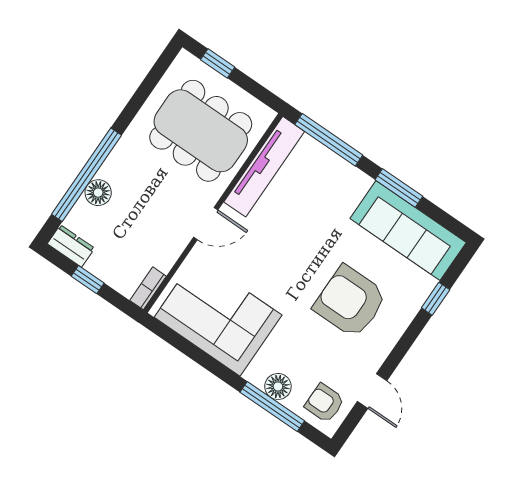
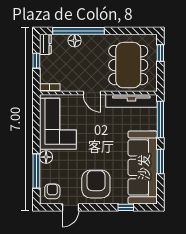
sofa: (408, 231) -> (143, 167), width x1.36, depth x1.27
armchair: (350, 302) -> (96, 184), moved
floor lamp: (278, 386) -> (46, 157), moved

